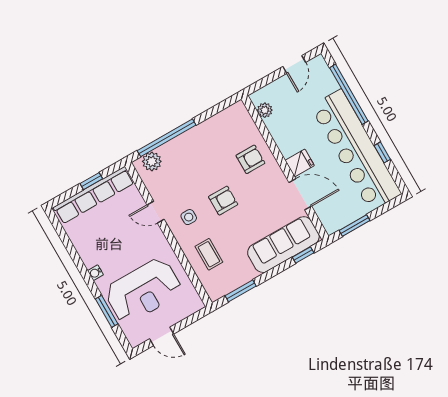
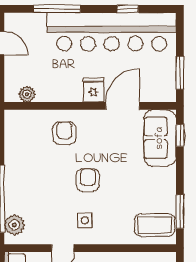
window: (349, 94) -> (57, 9), width x0.68
sofa: (283, 245) -> (160, 138), width x0.73
coffee table: (209, 254) -> (155, 225), moved, width x1.36, depth x1.30

